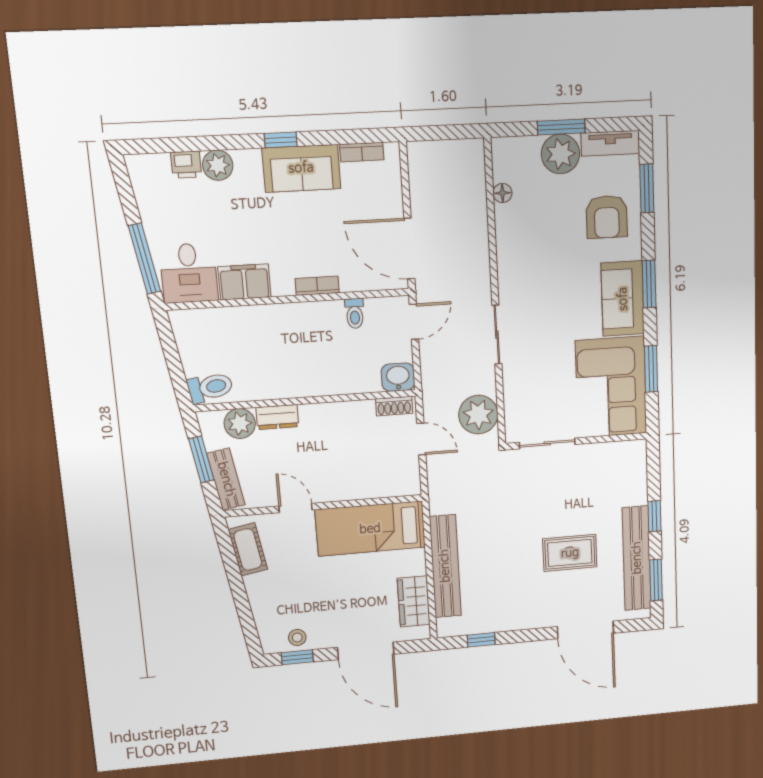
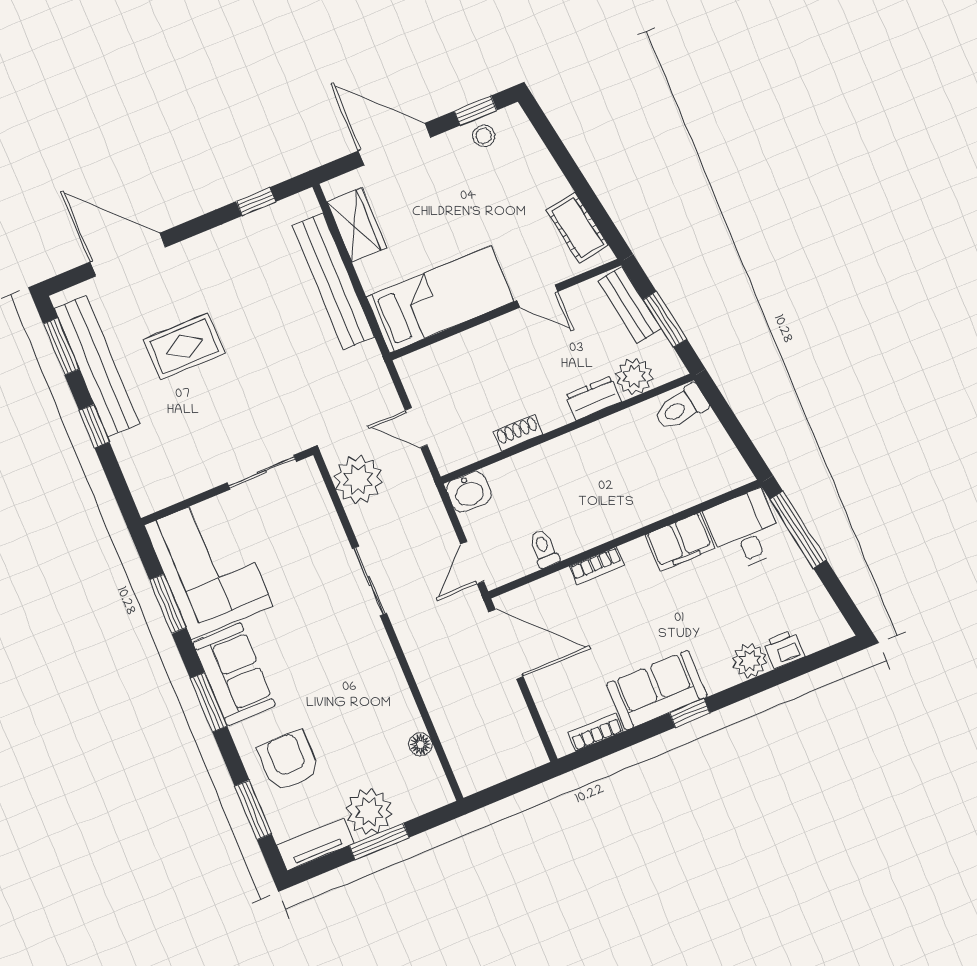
shoe rack: (394, 406) -> (518, 433), moved

